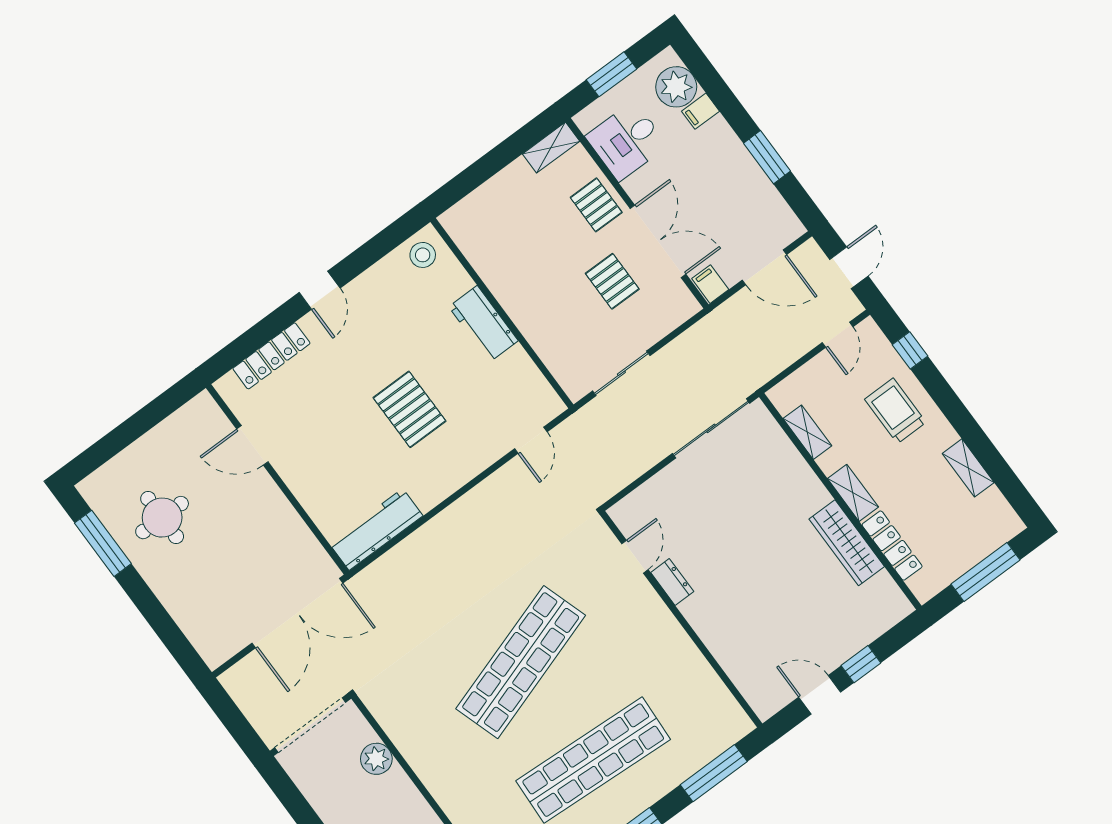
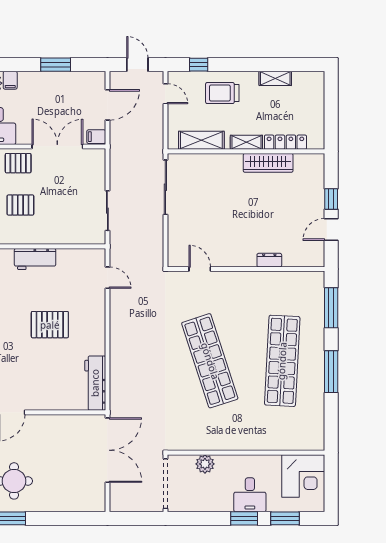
pallet: (612, 281) -> (20, 205), moved
shelving: (807, 432) -> (201, 140), width x1.50, depth x1.33
window: (985, 572) -> (331, 107), removed
dresser: (672, 582) -> (269, 260), moved

